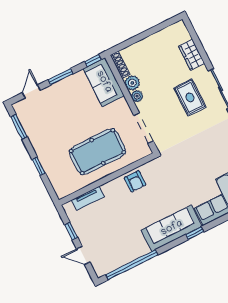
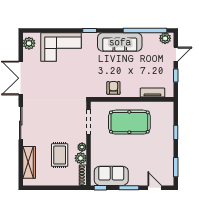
wardrobe: (192, 55) -> (29, 162), width x1.50
sofa: (104, 82) -> (111, 176), moved, turned -90
door: (31, 91) -> (155, 188), swing flipped
rug: (190, 97) -> (60, 155), moved
sofa: (172, 228) -> (120, 42), moved
door: (83, 255) -> (176, 54), hinge flipped
plant: (104, 267) -> (165, 38), added

